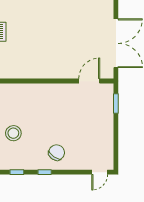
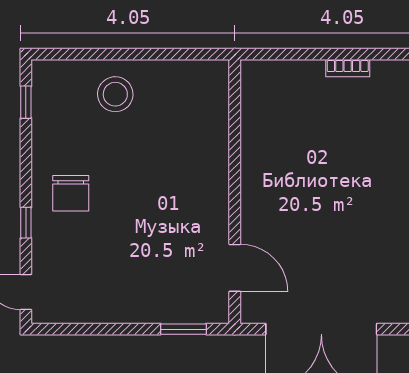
chair: (57, 153) -> (71, 193), turned 55
window: (45, 172) -> (26, 223), moved

